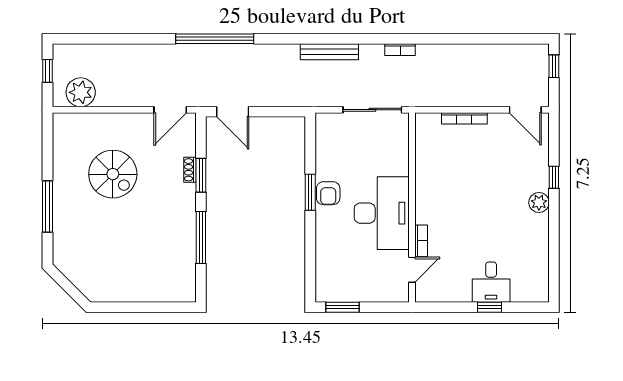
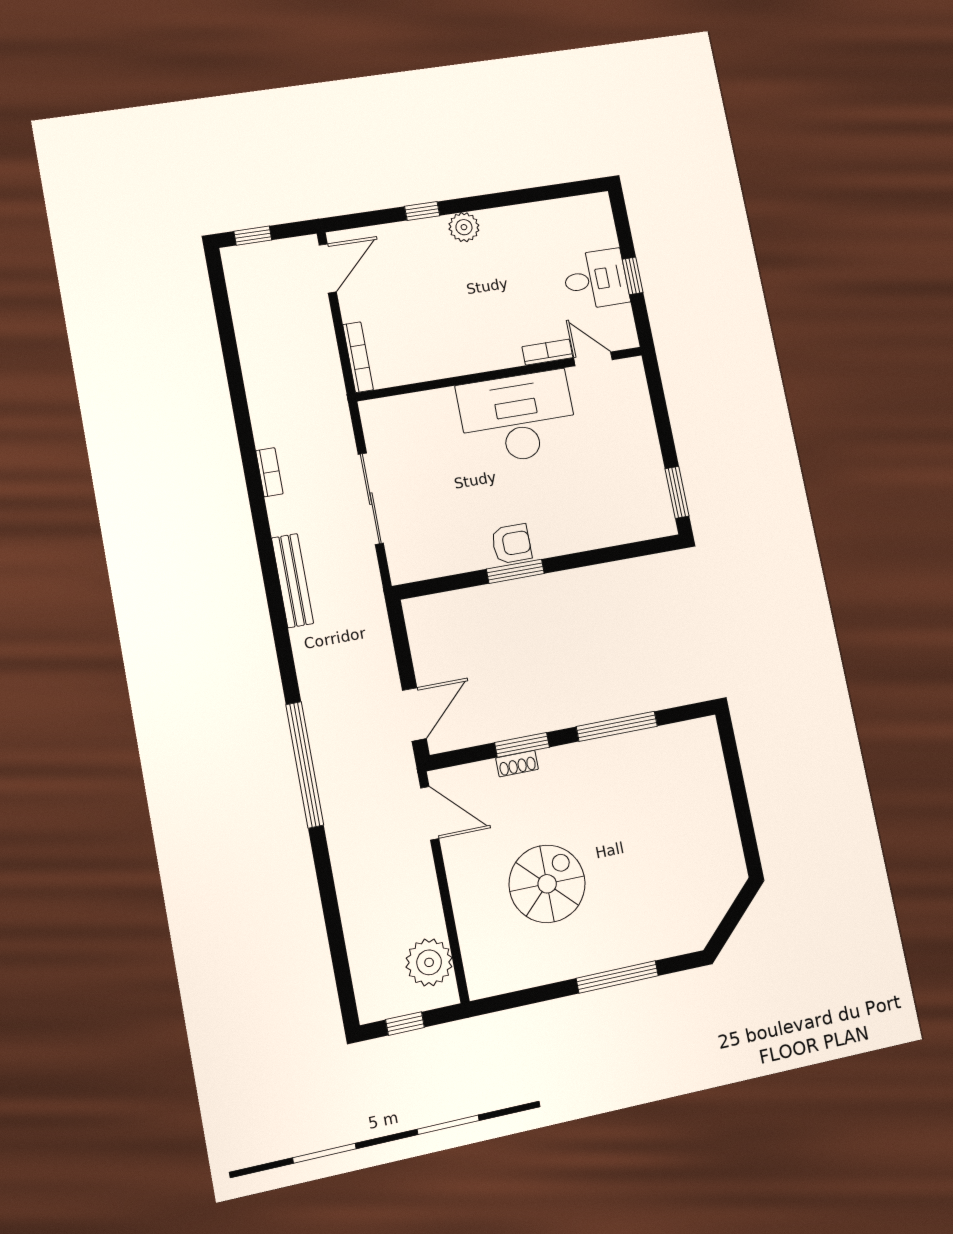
wall: (412, 208) -> (500, 374), moved
desk: (382, 213) -> (518, 418), moved
bookcase: (421, 241) -> (547, 352), moved
door: (412, 270) -> (593, 359), moved

